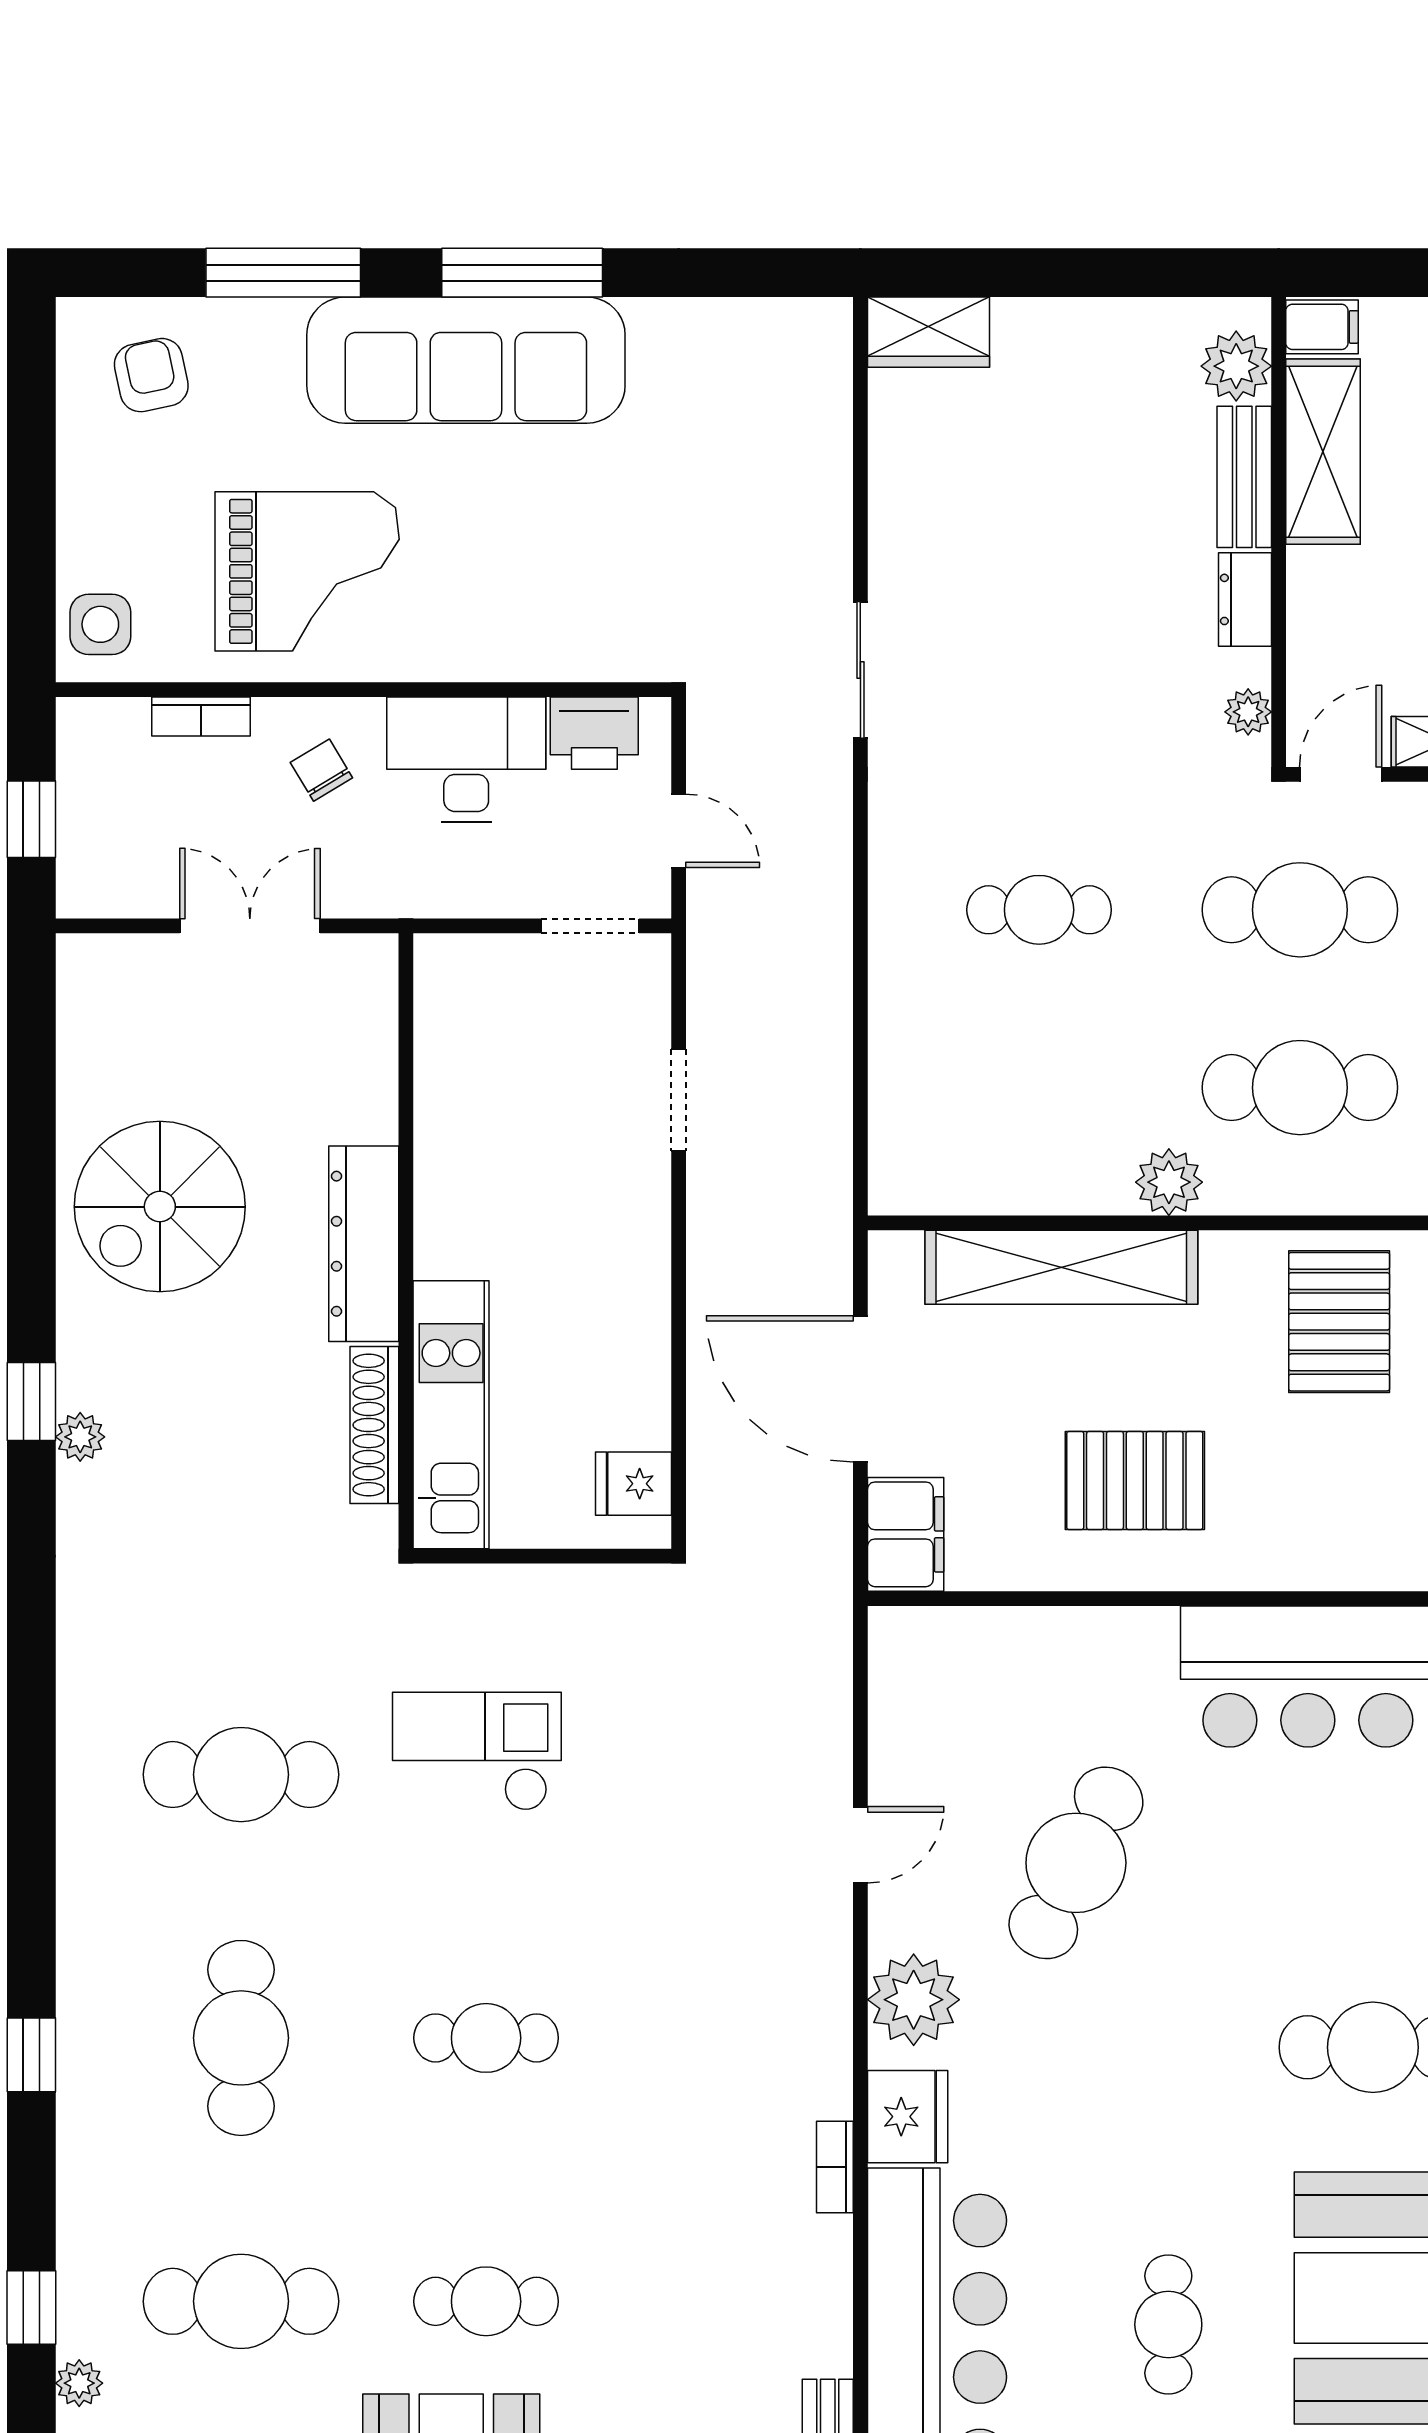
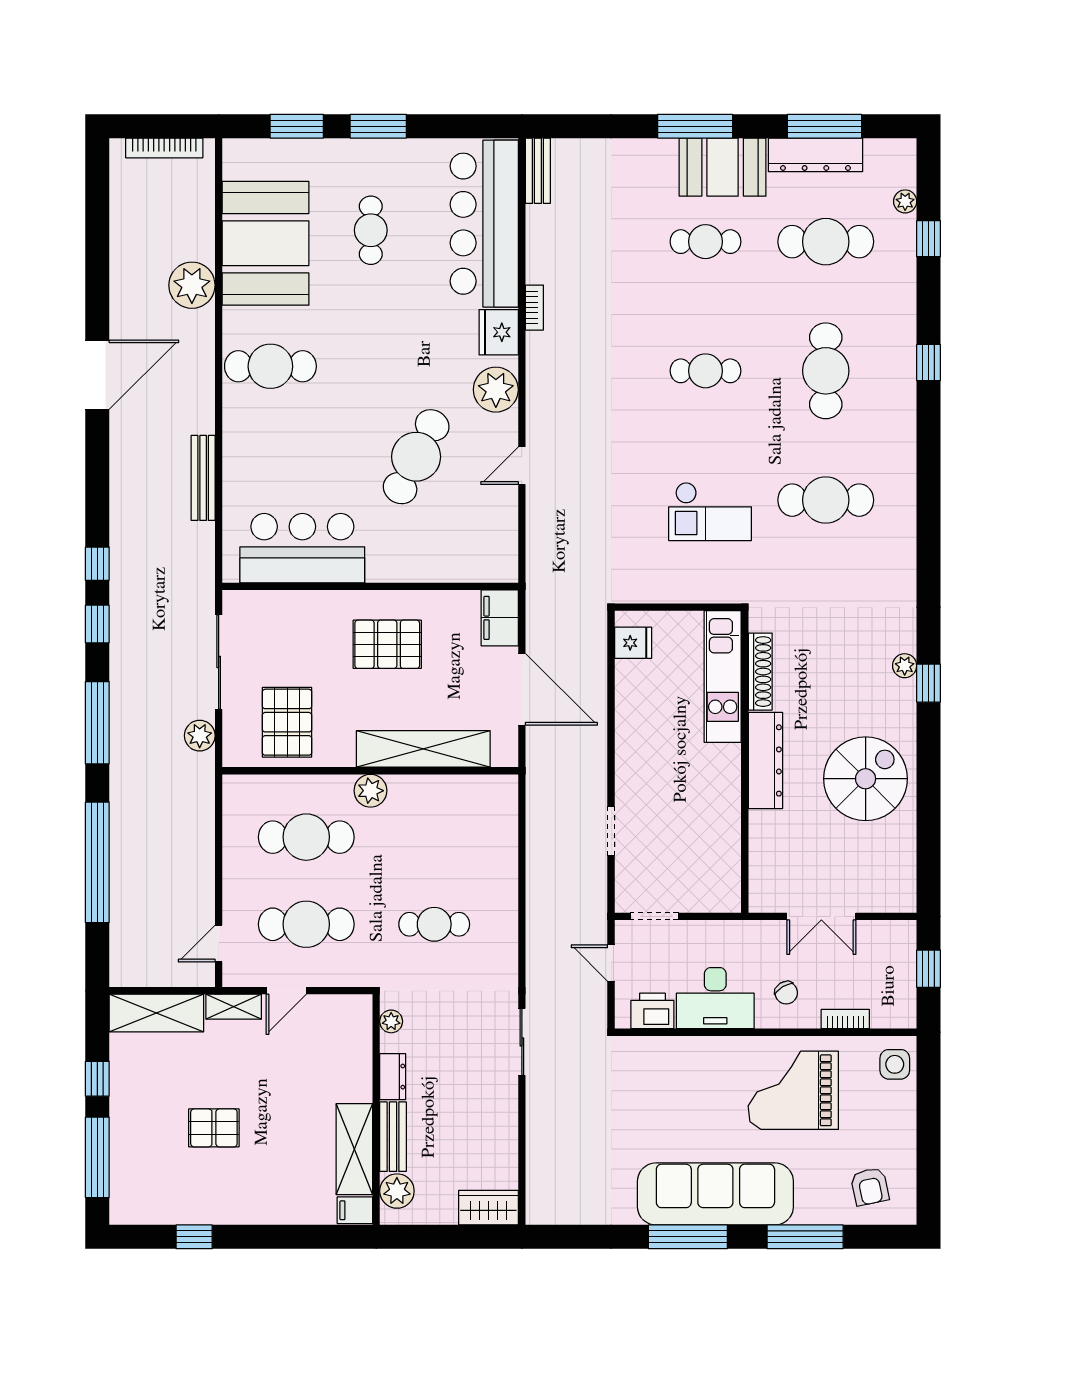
filing cabinet: (1322, 327) -> (355, 1210), moved
plant: (1236, 366) -> (397, 1191), moved
shelving: (1323, 452) -> (354, 1149), moved
bench: (1244, 477) -> (393, 1137), moved
wall: (1279, 532) -> (376, 1110), moved
dresser: (1245, 599) -> (393, 1077), moved
plant: (1248, 712) -> (391, 1021), moved

